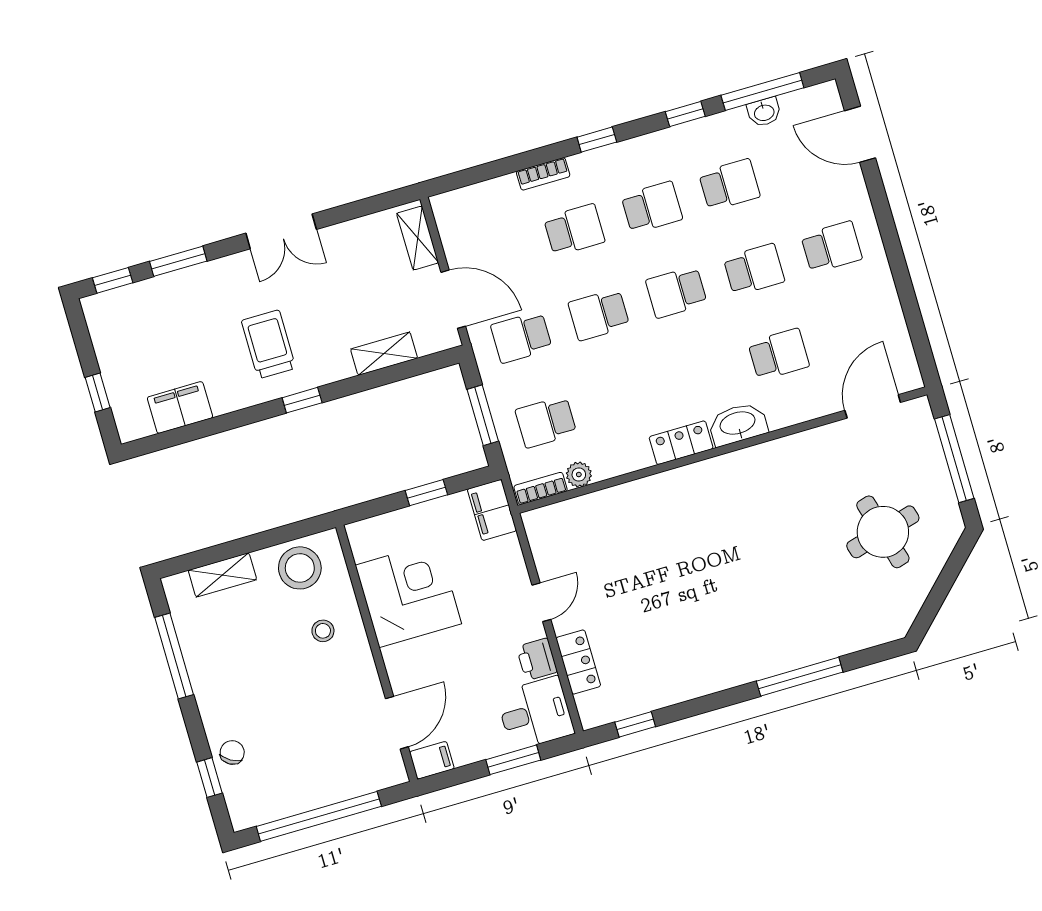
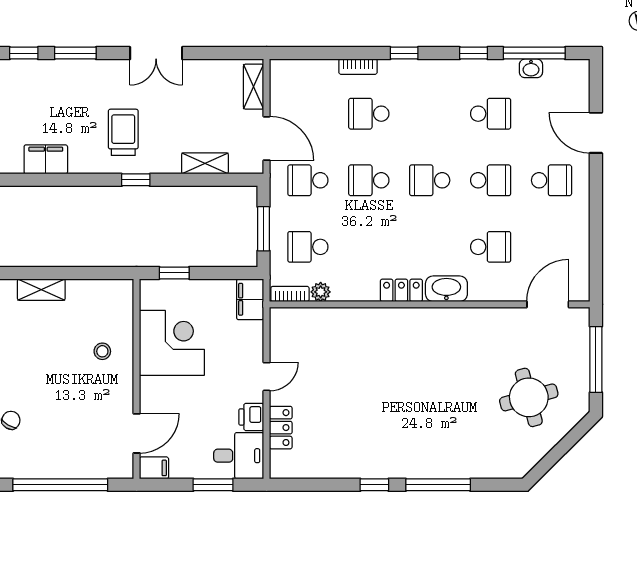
door: (860, 134) -> (596, 133), moved
school desk: (652, 207) -> (430, 114), removed
school desk: (574, 230) -> (369, 114), turned 180
window: (426, 493) -> (174, 273), moved
stool: (300, 568) -> (99, 301), removed
window: (635, 724) -> (374, 485), moved

